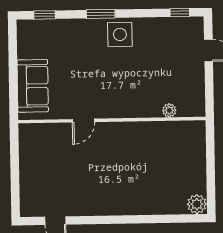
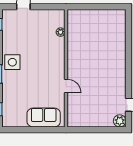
plant: (197, 204) -> (120, 121), moved

